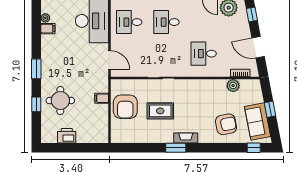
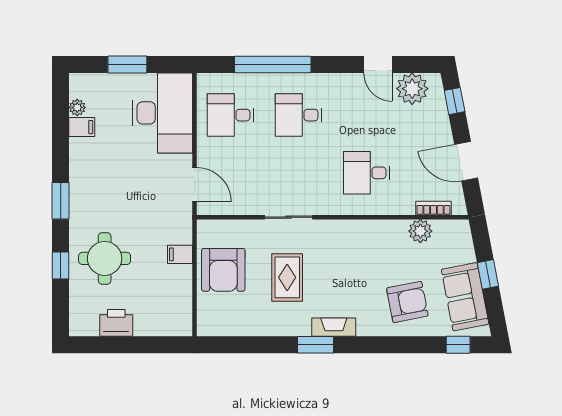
rug: (160, 111) -> (287, 277), turned 90

